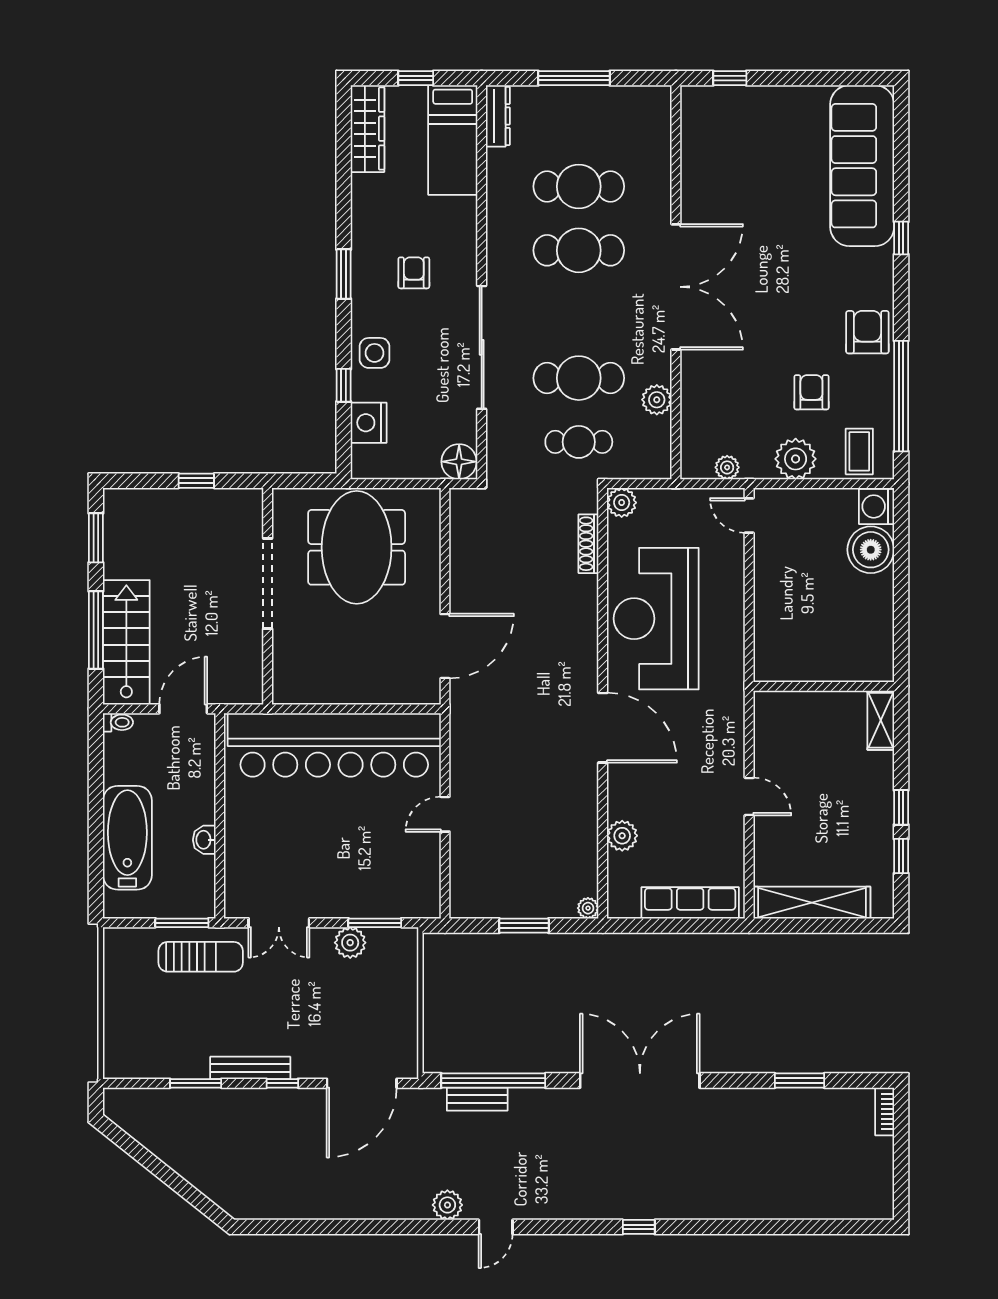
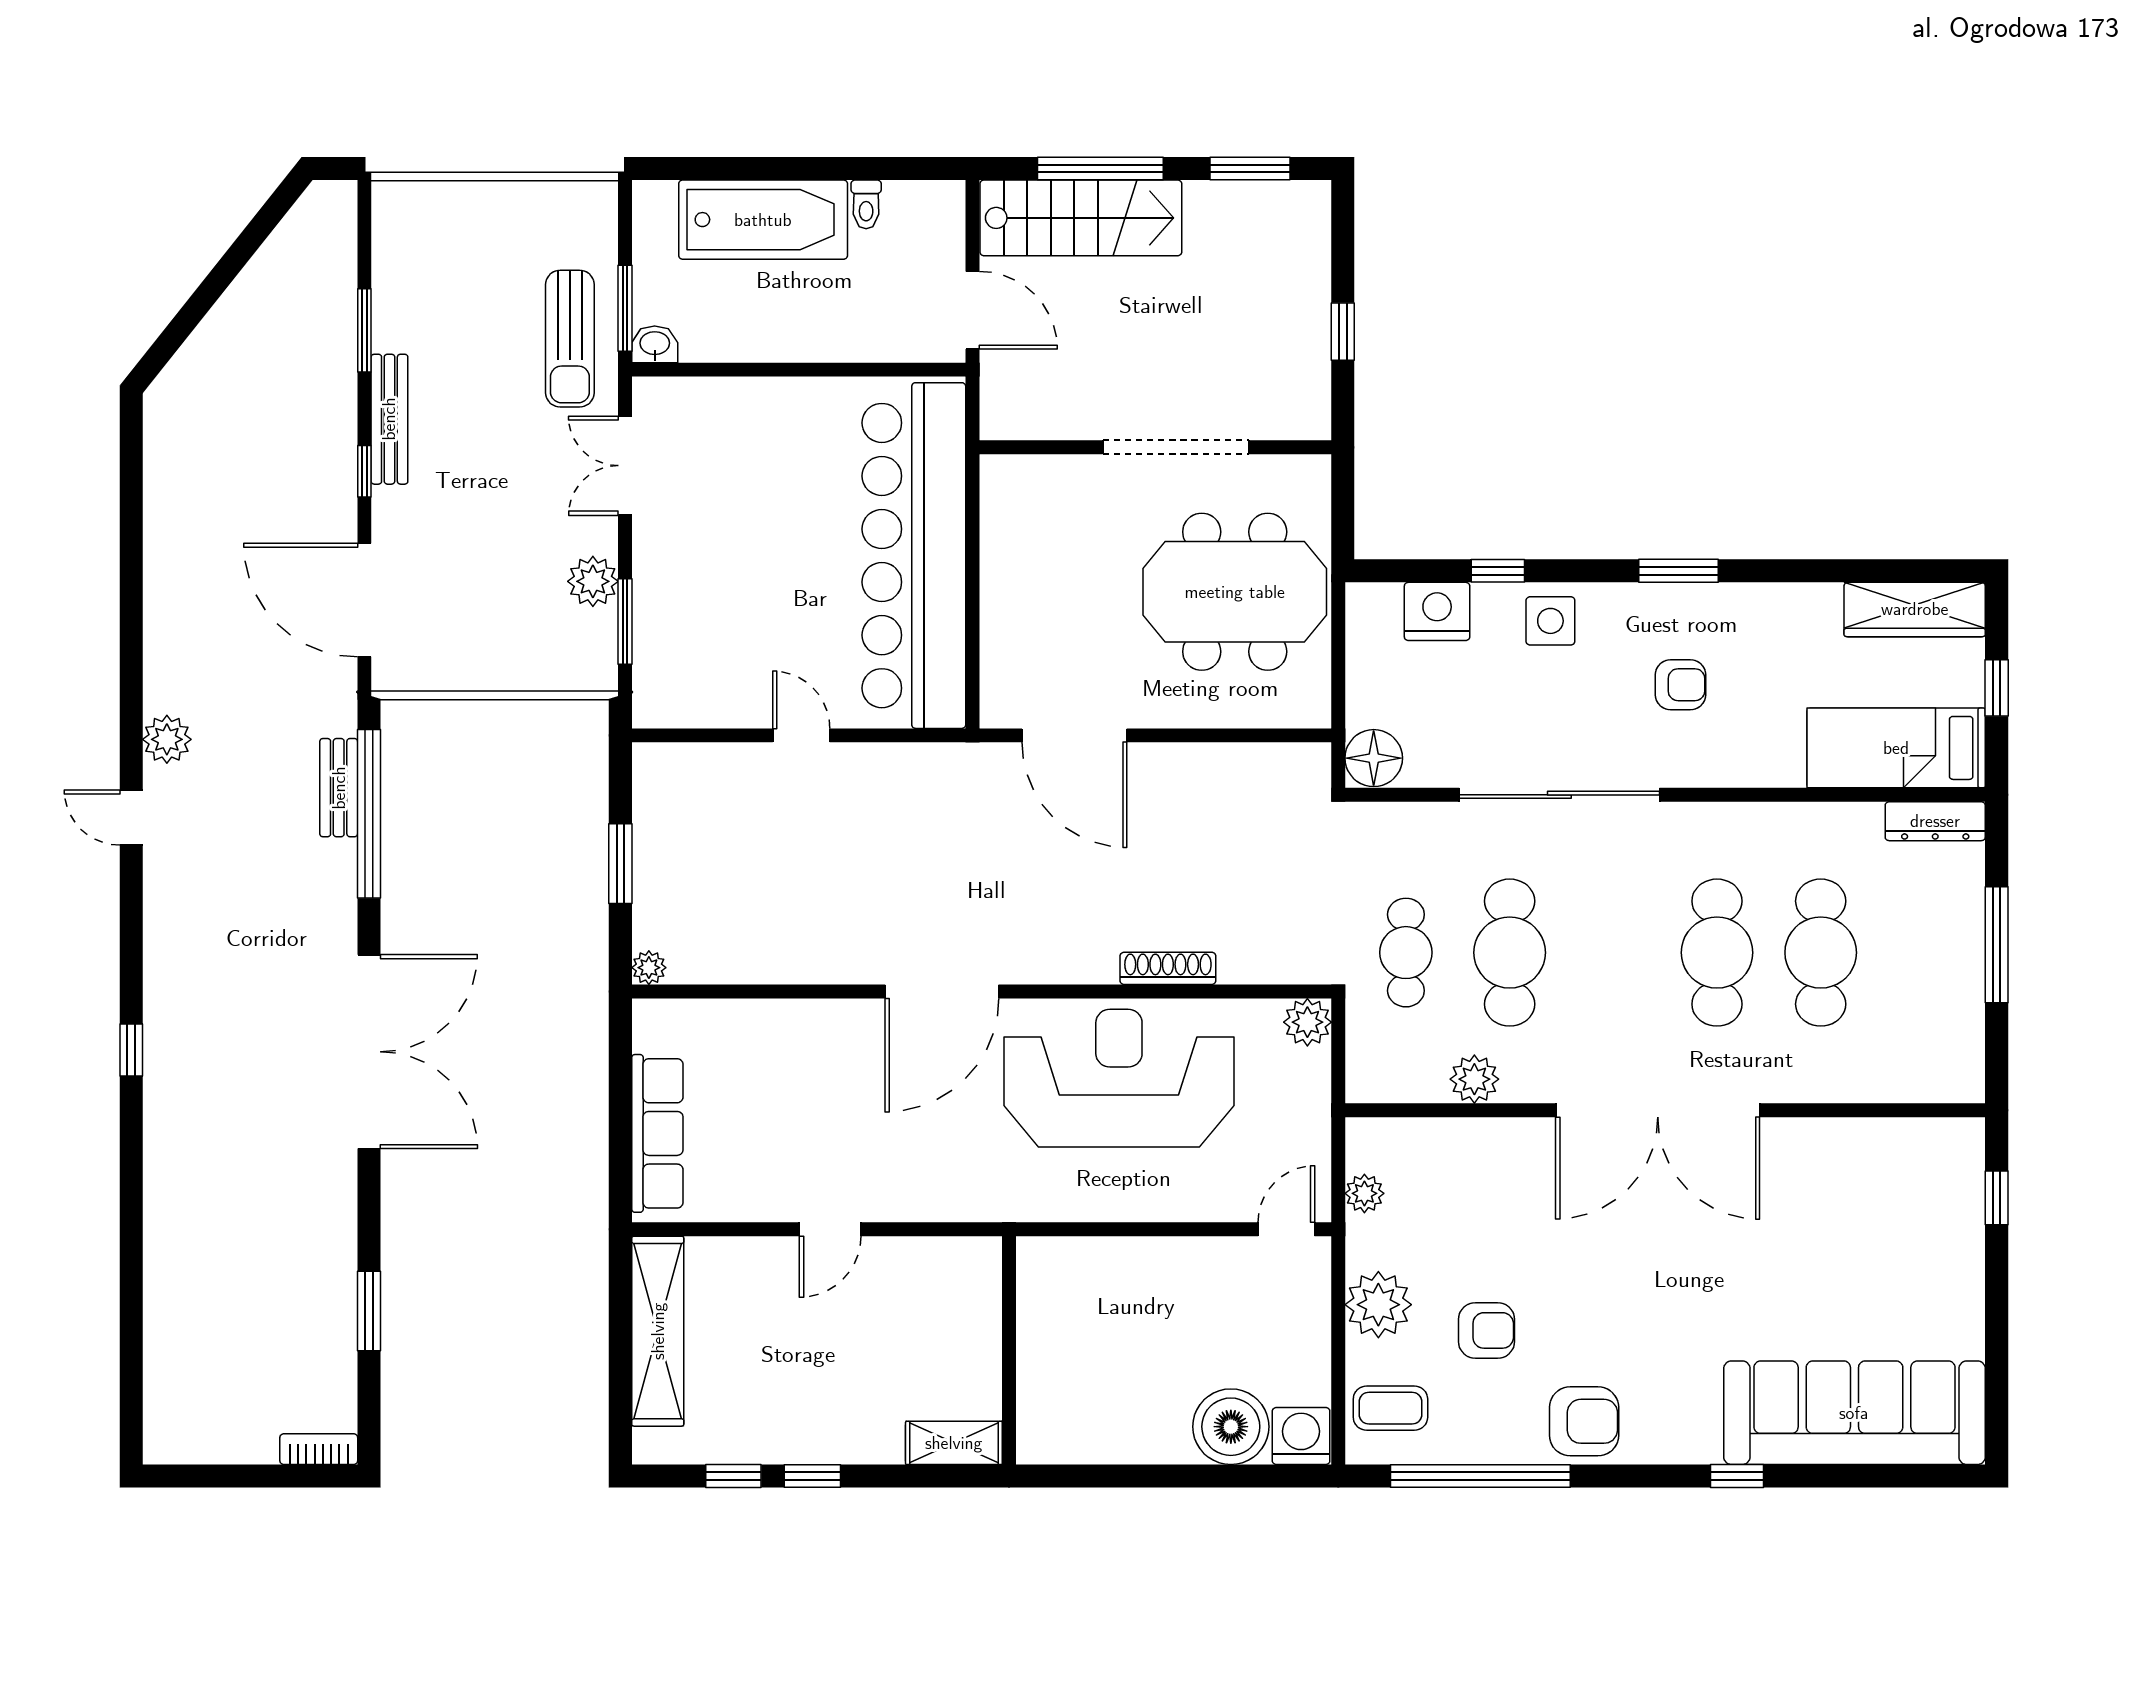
shoe rack: (588, 544) -> (1168, 968), moved
toilet: (118, 722) -> (866, 204), moved
plant: (622, 836) -> (766, 1023), removed
washbasin: (204, 840) -> (655, 344), moved

